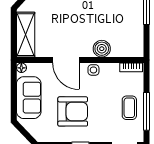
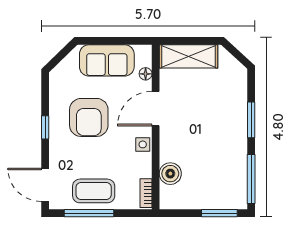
boiler: (102, 49) -> (170, 174), moved
floor lamp: (21, 68) -> (146, 74), moved
coffee table: (129, 108) -> (94, 191), width x1.36, depth x1.30

